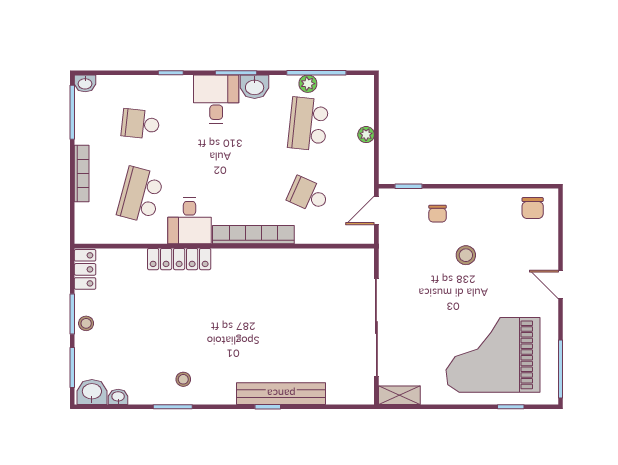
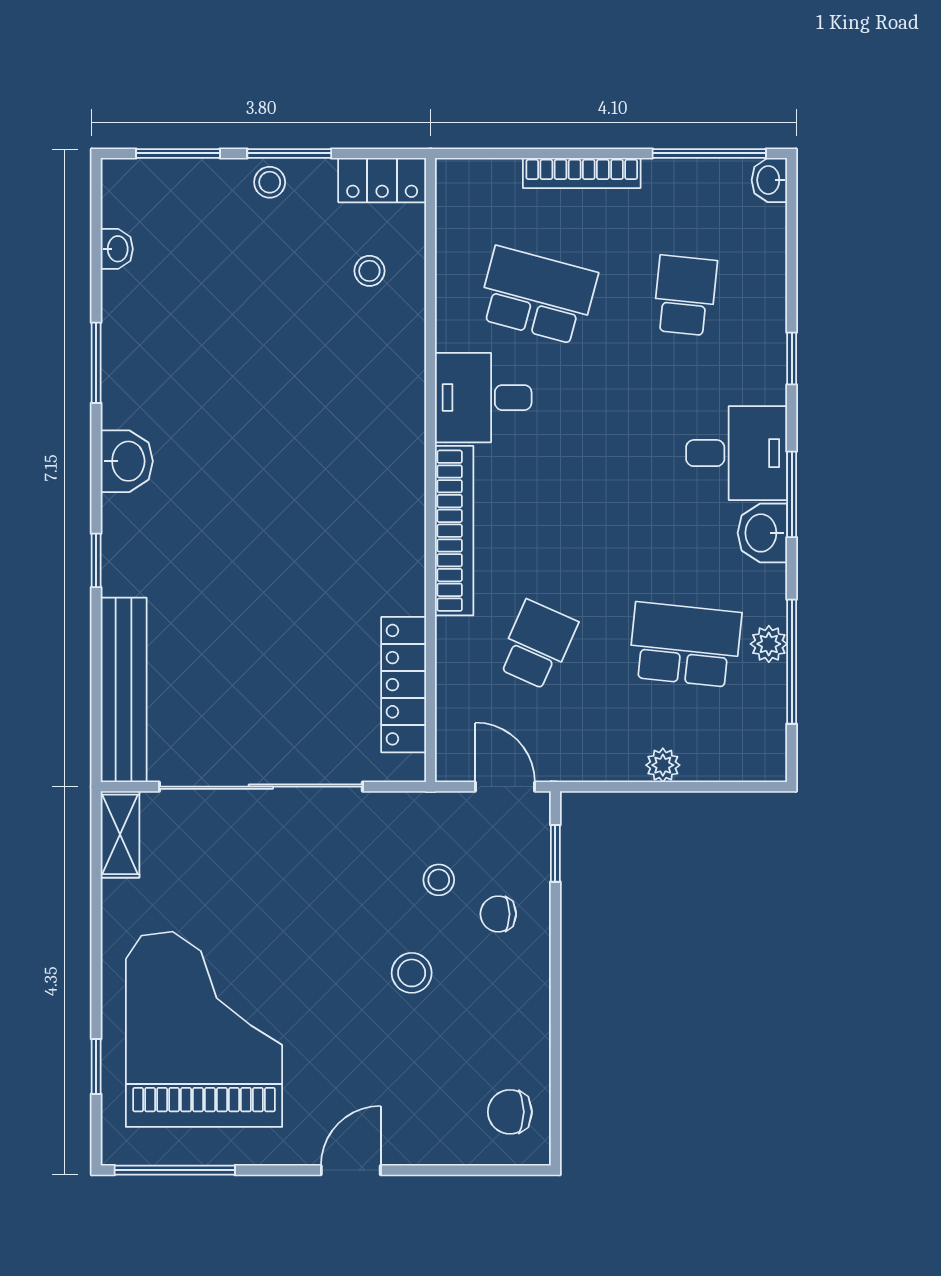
stool: (421, 242) -> (439, 880), added
locker: (179, 259) -> (404, 685), moved
stool: (183, 379) -> (369, 271), moved
washbasin: (92, 392) -> (127, 461), moved
bench: (281, 394) -> (124, 690), moved

